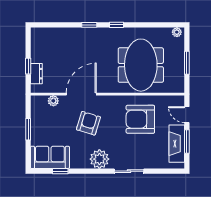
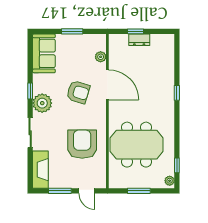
window: (117, 25) -> (177, 165), moved
dresser: (36, 74) -> (139, 40), moved
door: (187, 115) -> (87, 191), swing flipped
fireplace: (177, 144) -> (40, 170), moved, turned 90
window: (60, 171) -> (30, 91), moved

